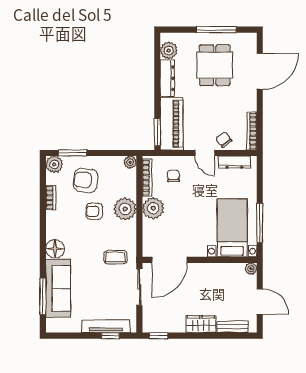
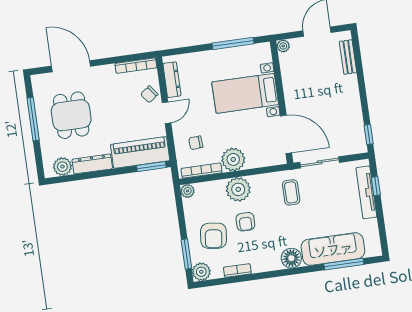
dining table: (215, 65) -> (71, 115), turned 90
bed with nightstands: (232, 228) -> (245, 93), moved
wardrobe: (201, 324) -> (350, 91), removed

